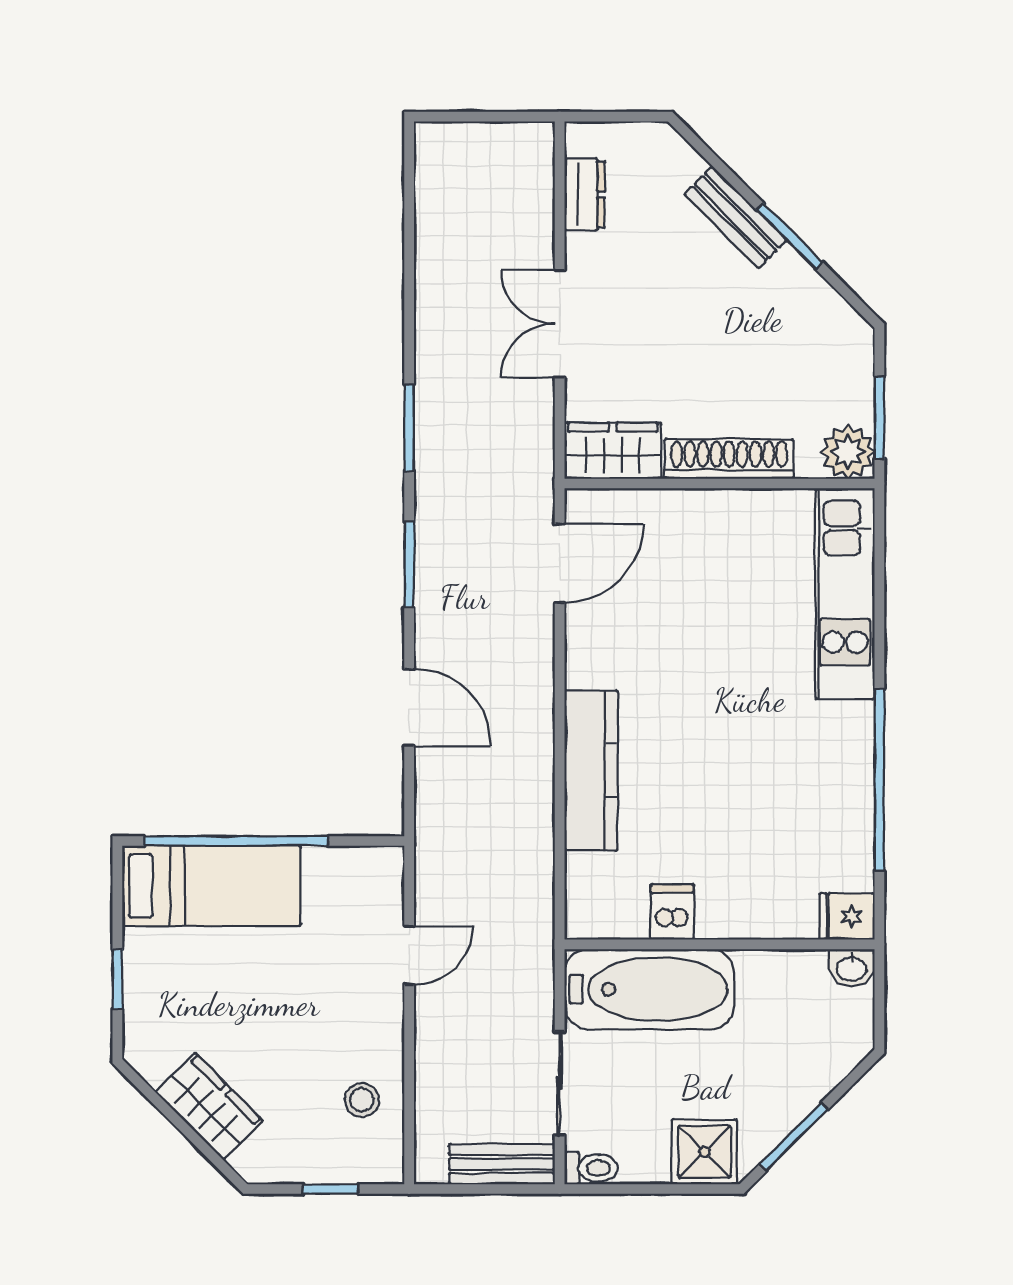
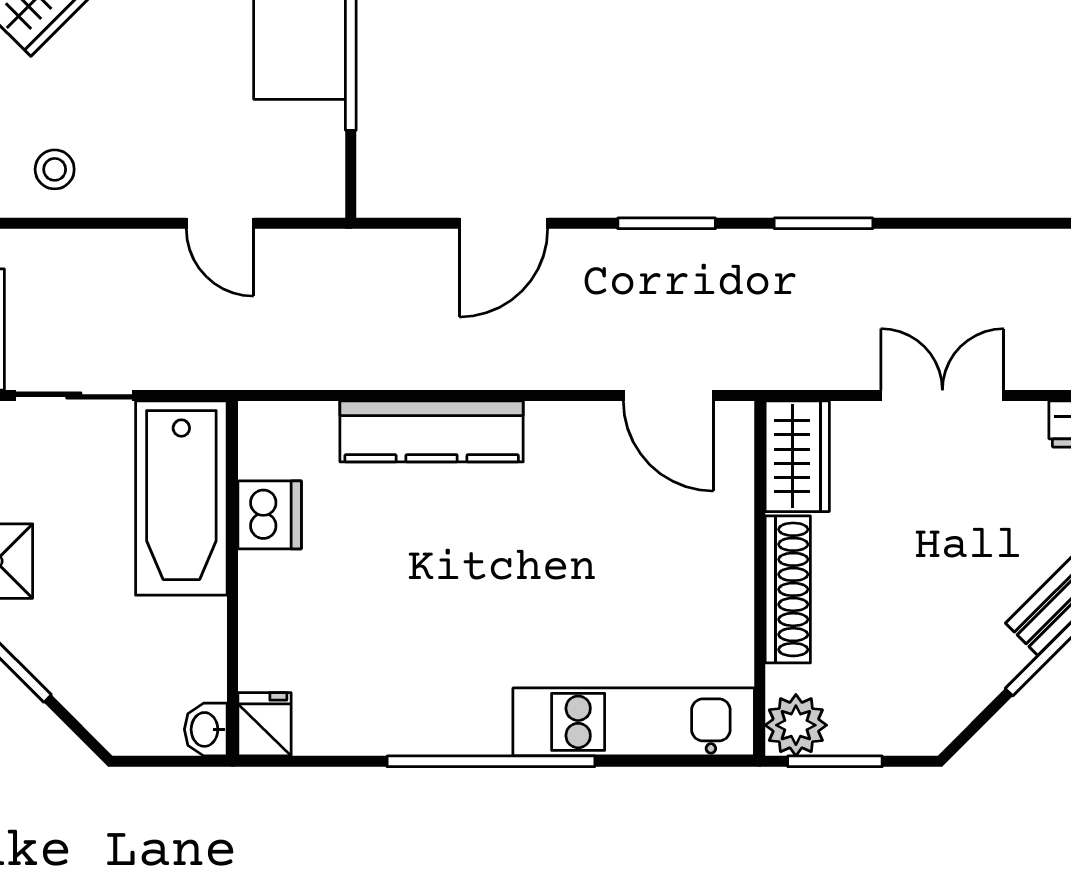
window: (879, 780) -> (491, 761), moved
dishwasher: (672, 912) -> (270, 515), width x1.38

